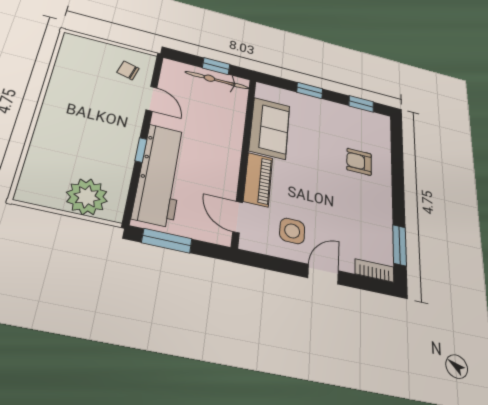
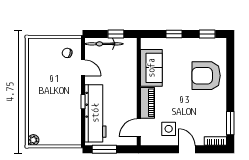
bicycle: (217, 80) -> (104, 44), moved
armchair: (359, 162) -> (206, 76), width x1.88, depth x1.88
plant: (87, 197) -> (33, 140), moved, width x0.53, depth x0.53
door: (238, 217) -> (139, 128), hinge flipped
door: (323, 274) -> (187, 149), hinge flipped

